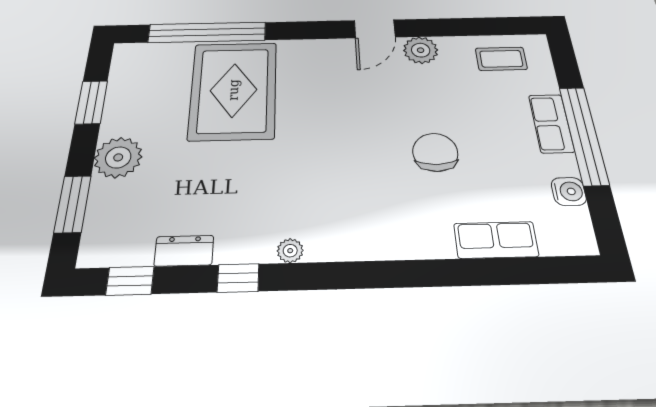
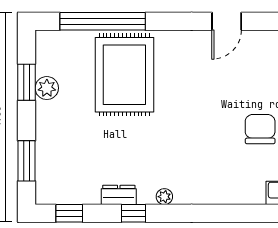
plant: (421, 50) -> (259, 42), removed
plant: (118, 157) -> (47, 88), moved, width x0.73, depth x0.73
dresser: (184, 251) -> (119, 195), moved

